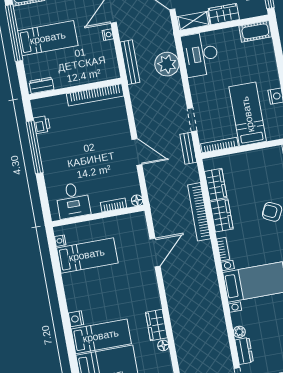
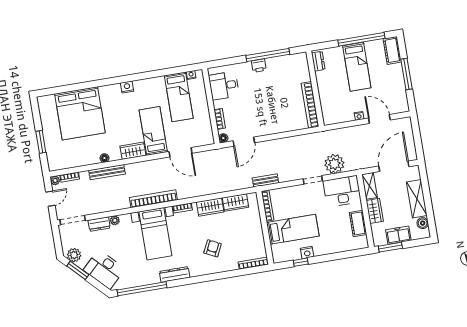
cot: (255, 31) -> (358, 223), moved
bench: (130, 62) -> (107, 172), moved
doorway: (192, 120) -> (313, 180), moved
printer: (42, 125) -> (259, 66), moved
door: (137, 152) -> (244, 142), moved
bookcase: (199, 212) -> (153, 199), moved
wardrobe: (156, 325) -> (133, 151), moved
bed: (101, 336) -> (153, 131), moved, turned 180

